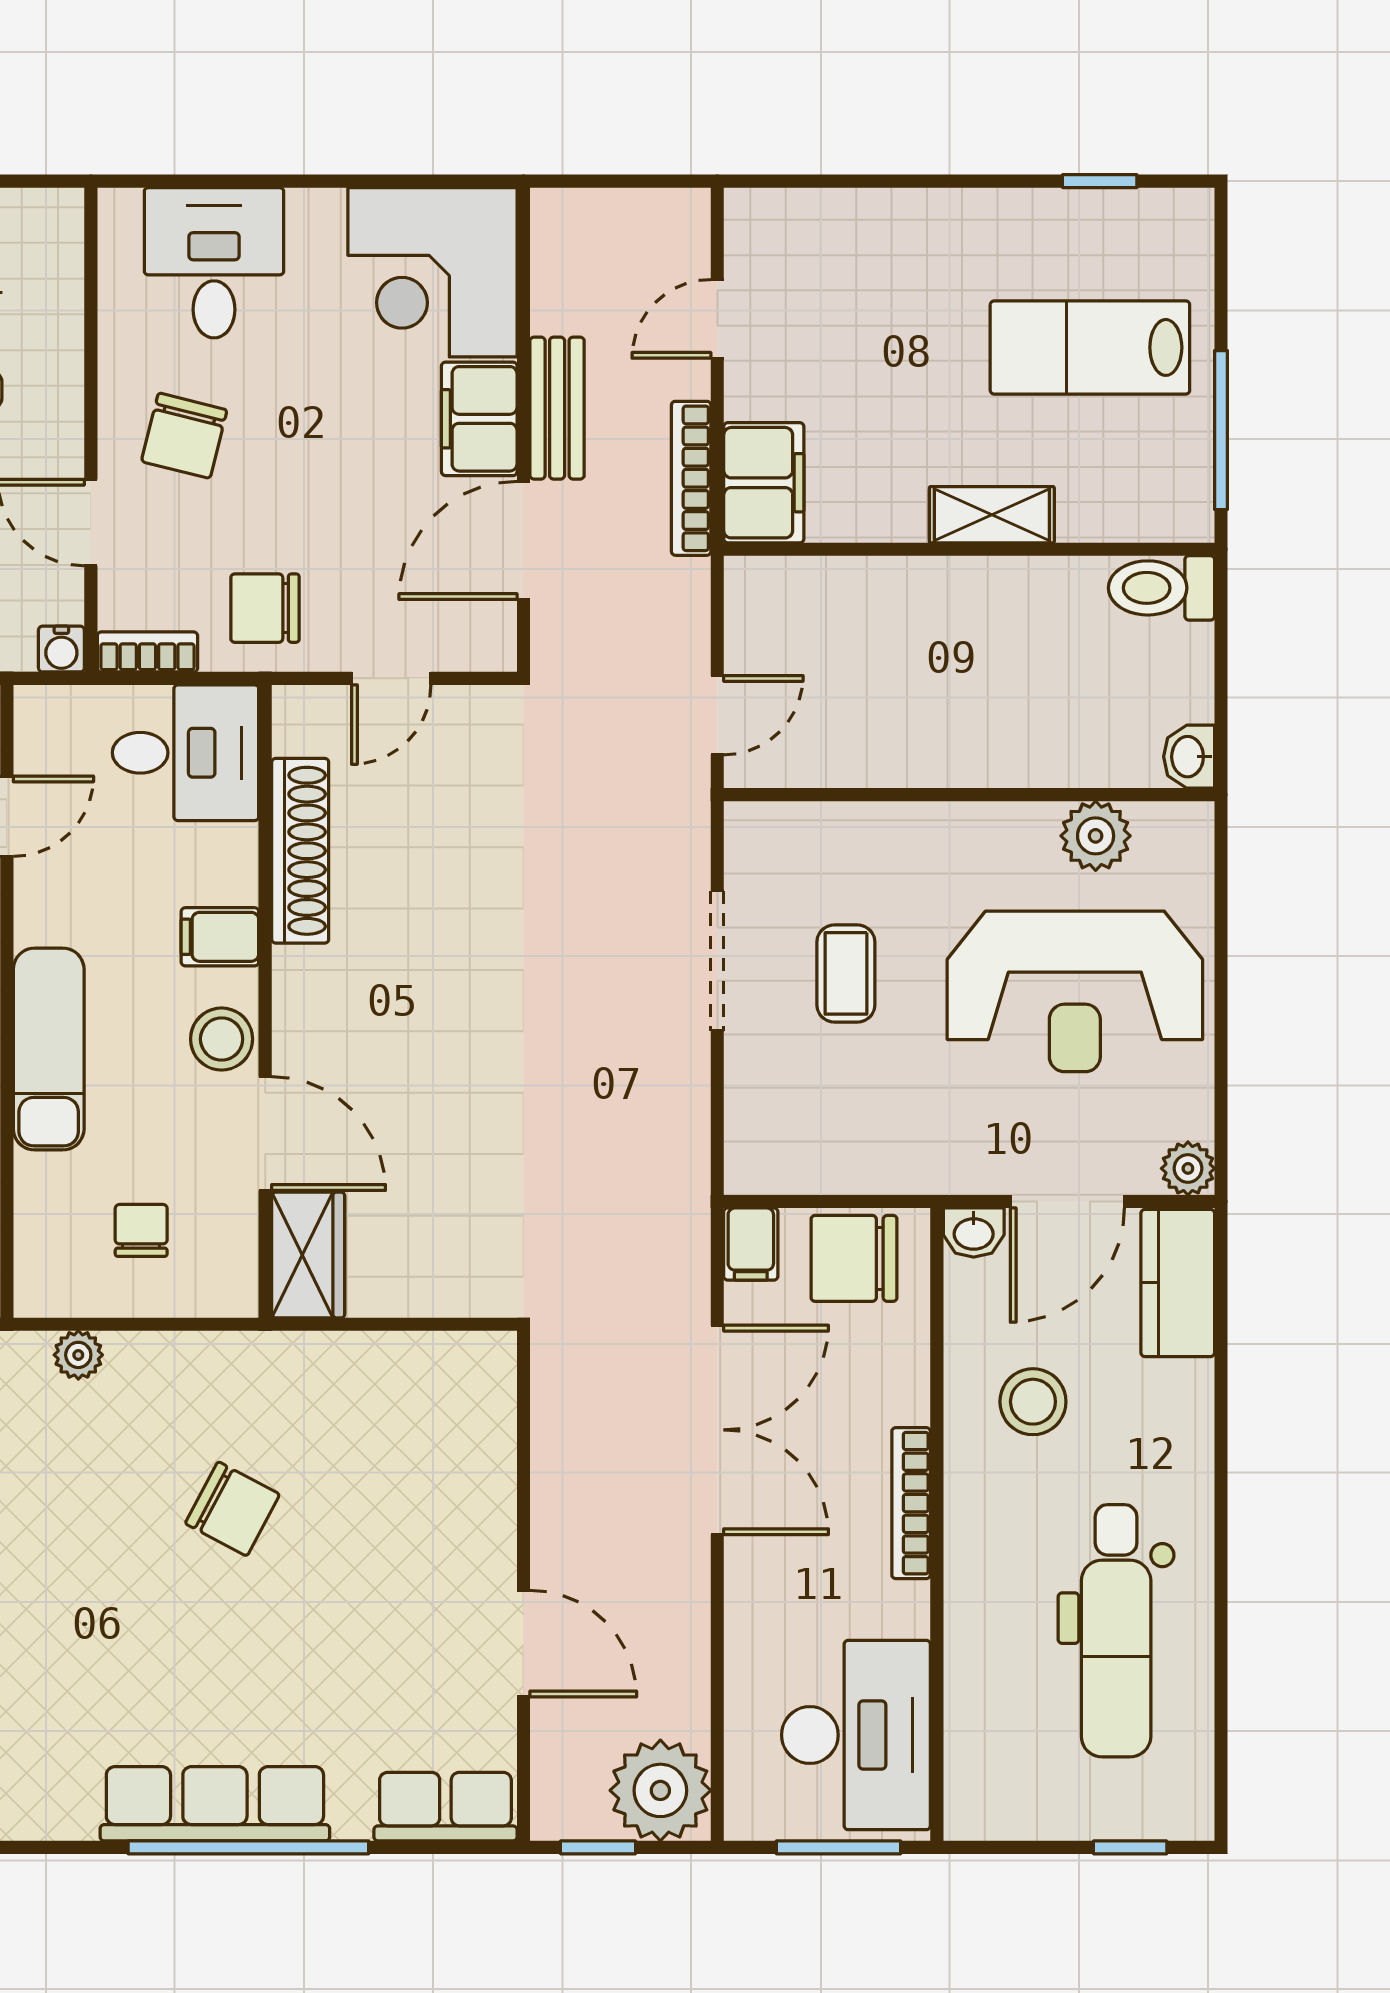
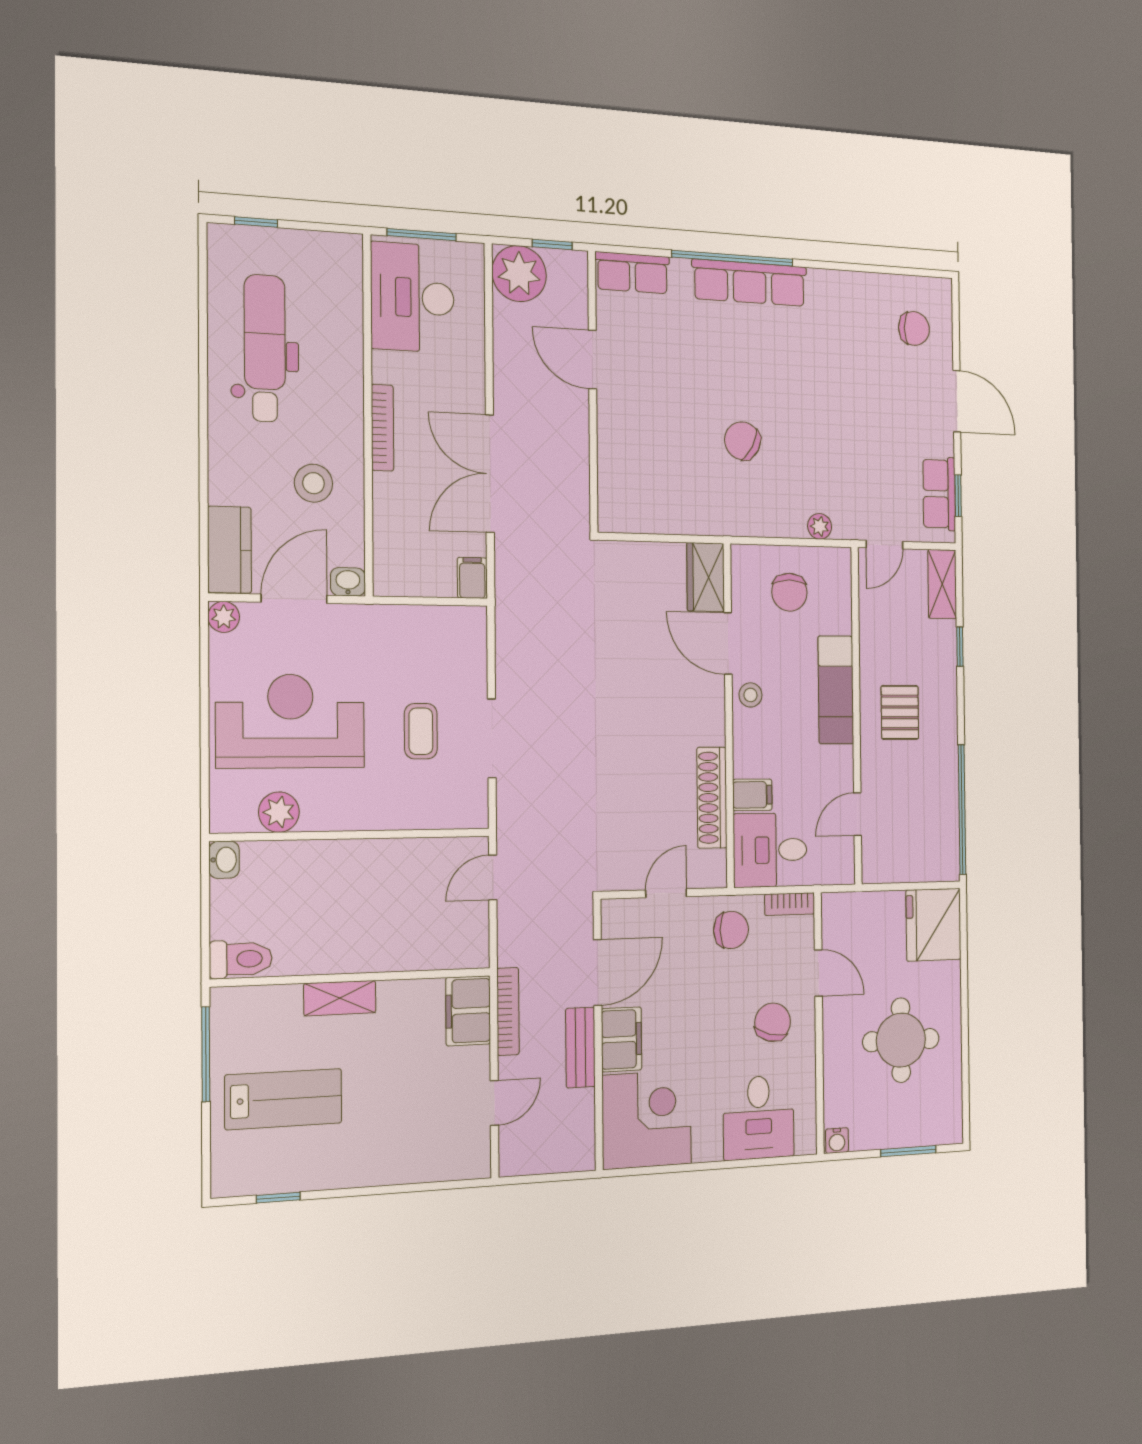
water cooler: (61, 649) -> (837, 1141), moved, turned 180
filing cabinet: (220, 937) -> (752, 795), moved
stool: (222, 1039) -> (750, 695), width x0.73, depth x0.73
chair: (141, 1230) -> (789, 592), width x1.37, depth x1.37
chair: (854, 1258) -> (415, 568), removed

